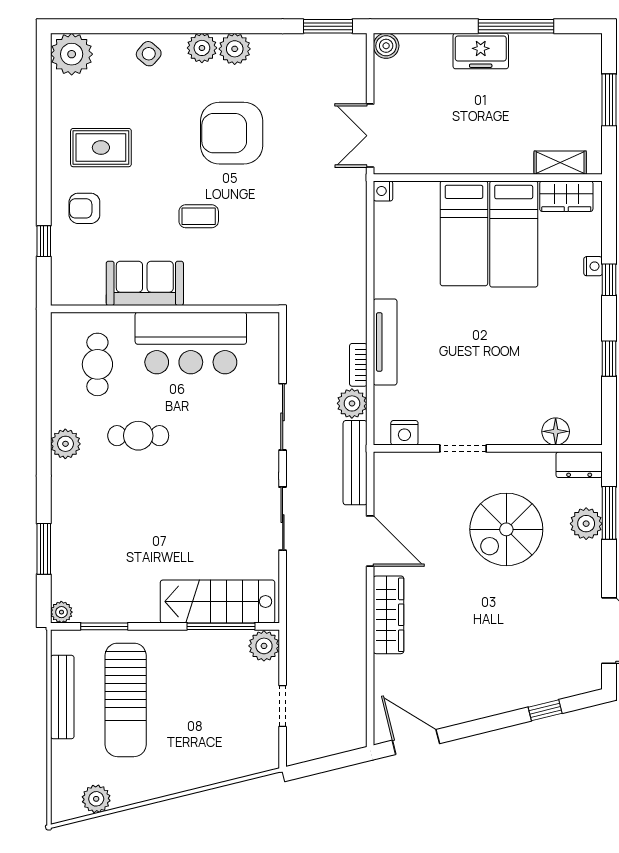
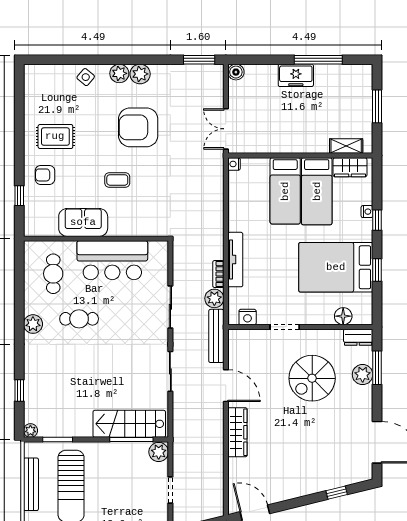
plant: (72, 54) -> (37, 77), removed
bed: (544, 354) -> (336, 267), added
window: (44, 549) -> (19, 391), width x0.67

